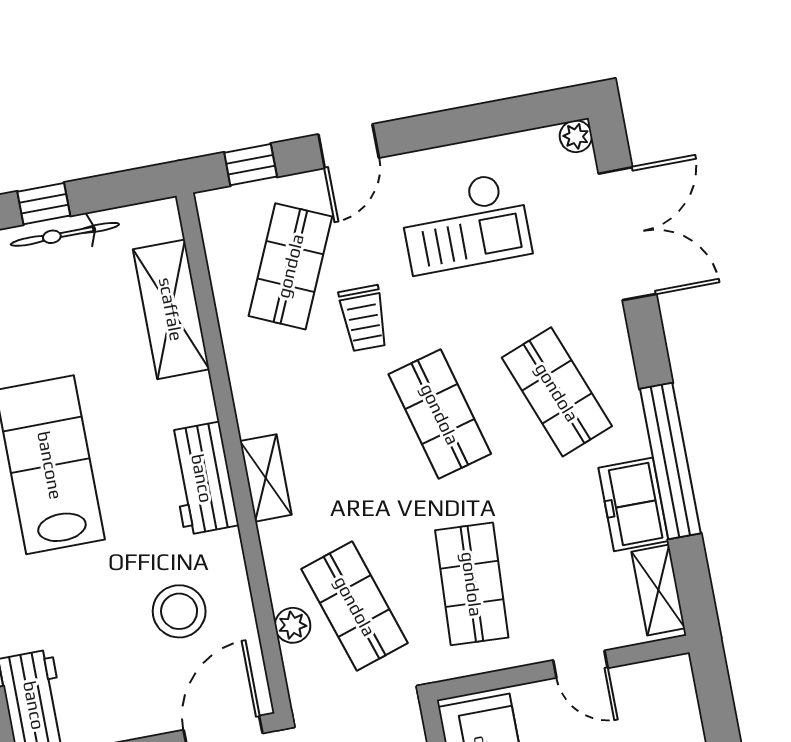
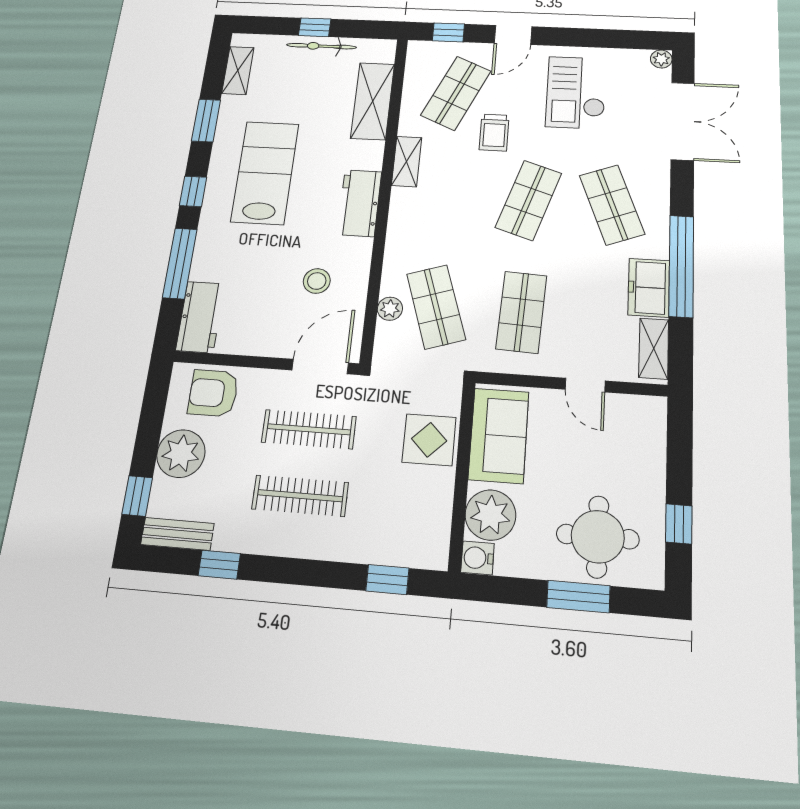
checkout: (465, 223) -> (576, 92), turned 90
shop shelf: (440, 414) -> (529, 200), turned 33
shelving: (266, 478) -> (407, 161), moved
stool: (179, 611) -> (317, 281), width x0.73, depth x0.73

